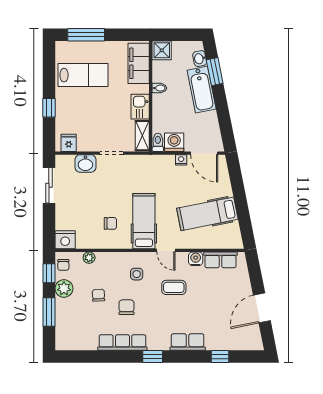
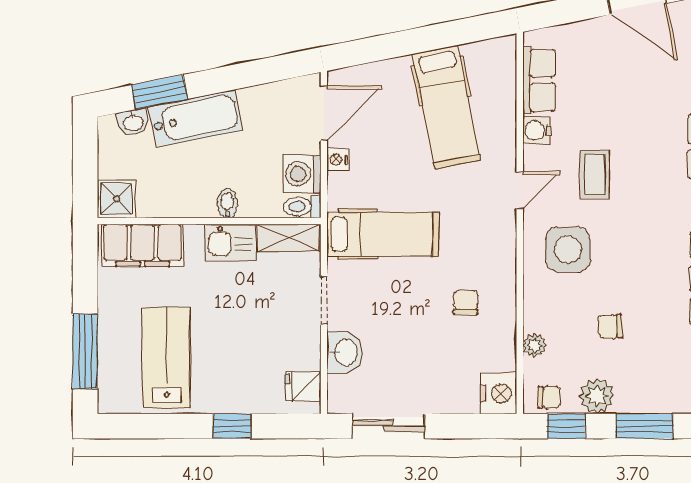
bidet: (159, 88) -> (227, 204), moved
hospital bed: (144, 221) -> (383, 234), moved, turned 180
side table: (137, 274) -> (568, 249), width x1.87, depth x1.87
chair: (127, 307) -> (635, 270), removed

